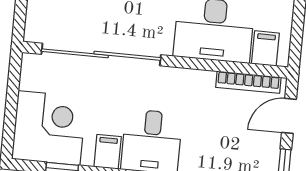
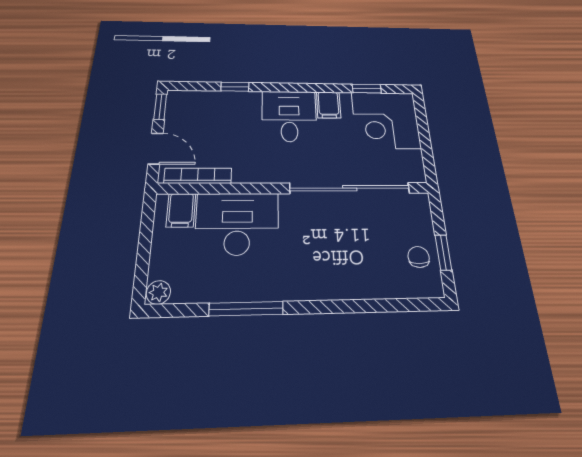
door: (289, 116) -> (156, 148), hinge flipped

